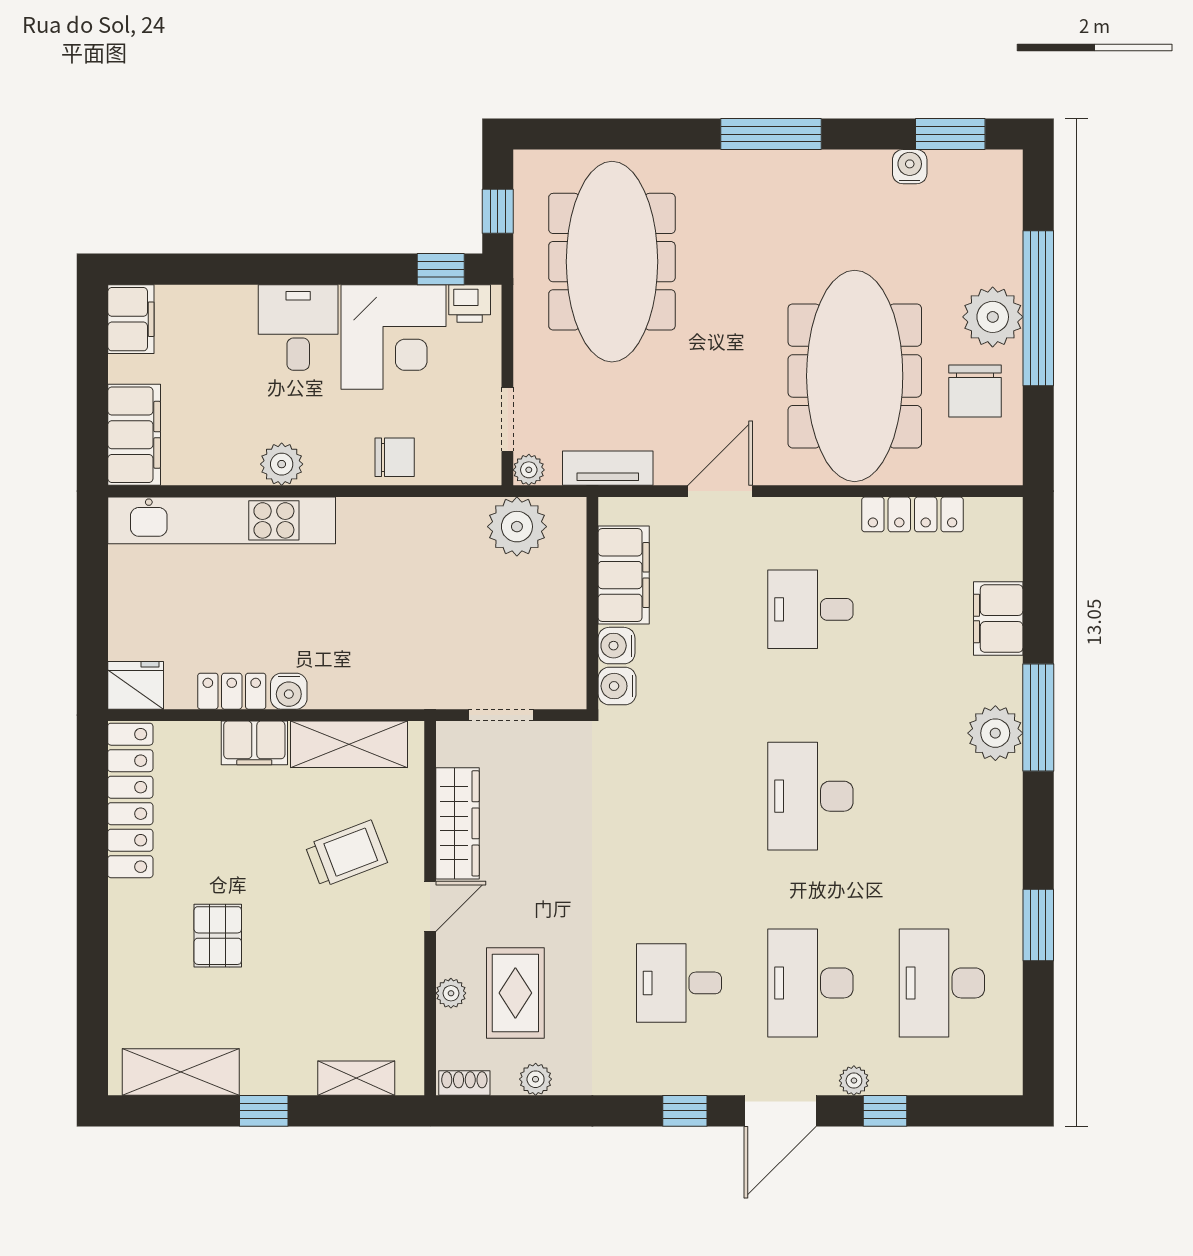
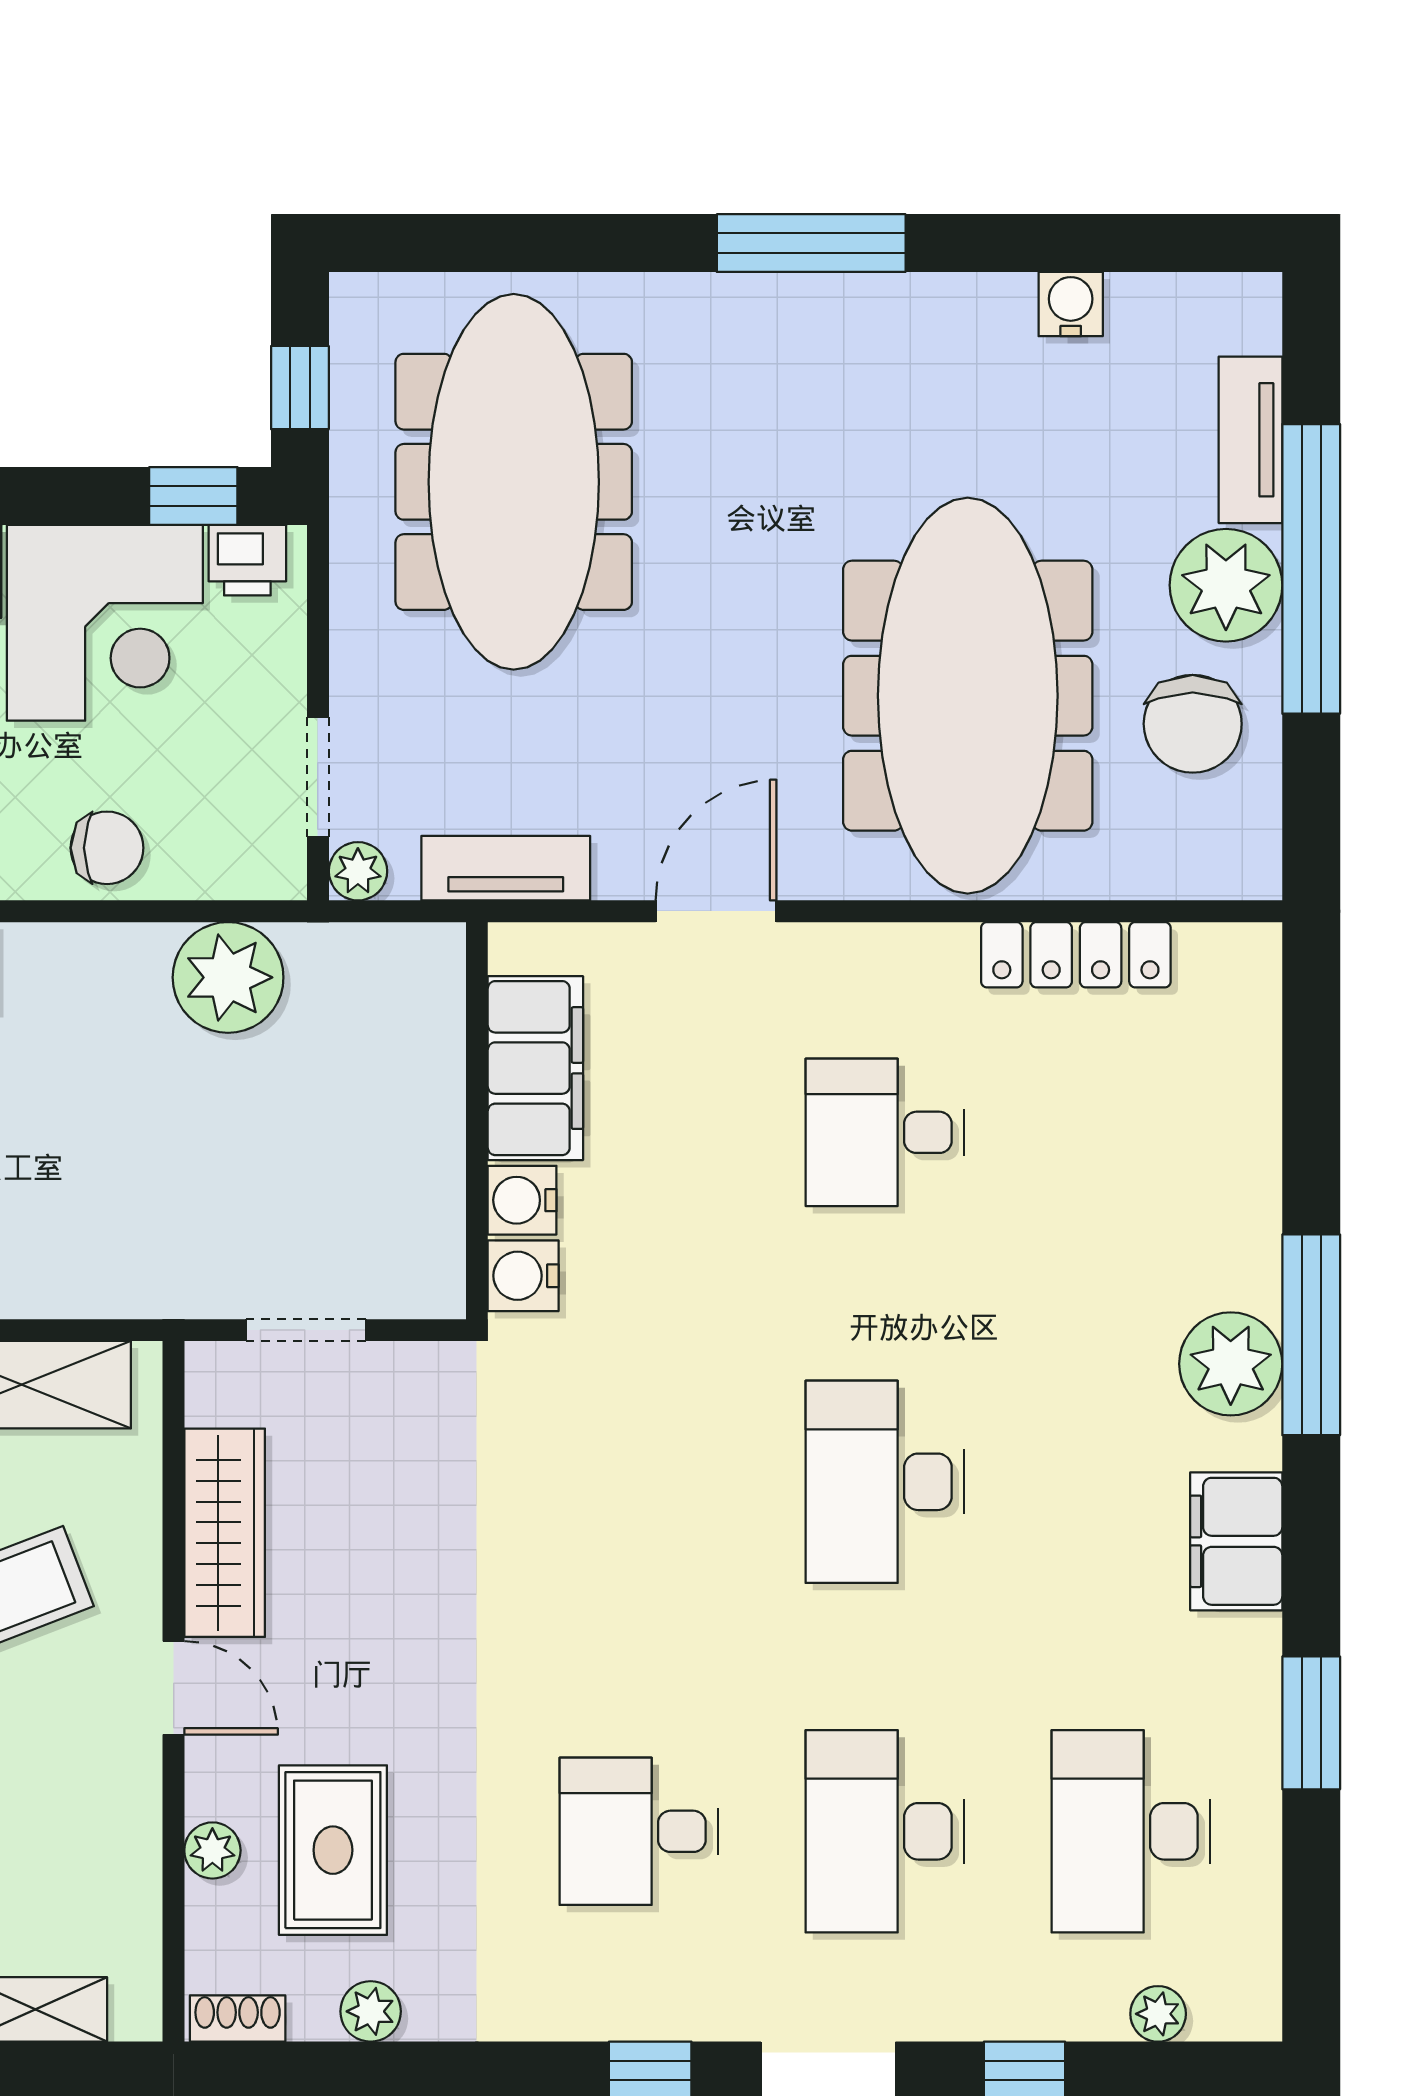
window: (950, 134) -> (1146, 243), removed
tv unit: (1006, 239) -> (1250, 440), added
plant: (517, 527) -> (228, 977), moved
filing cabinet: (998, 618) -> (1236, 1541), moved
door: (430, 906) -> (174, 1688), hinge flipped
plant: (854, 1081) -> (1158, 2014), moved

